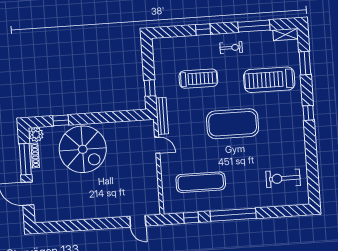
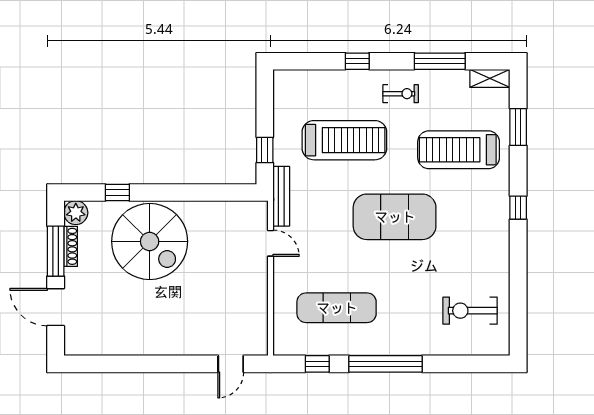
treadmill: (198, 79) -> (344, 140), width x1.37, depth x1.38
door: (138, 221) -> (231, 364), hinge flipped

